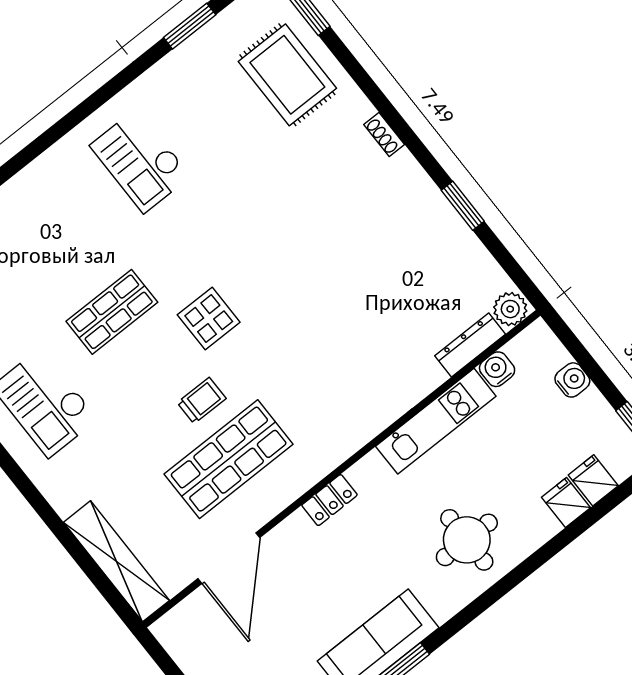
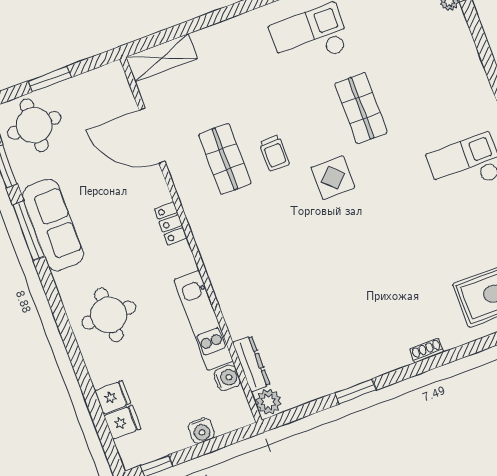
shop shelf: (229, 459) -> (225, 159), width x0.70, depth x0.74
shelving: (117, 561) -> (162, 58), width x0.68

